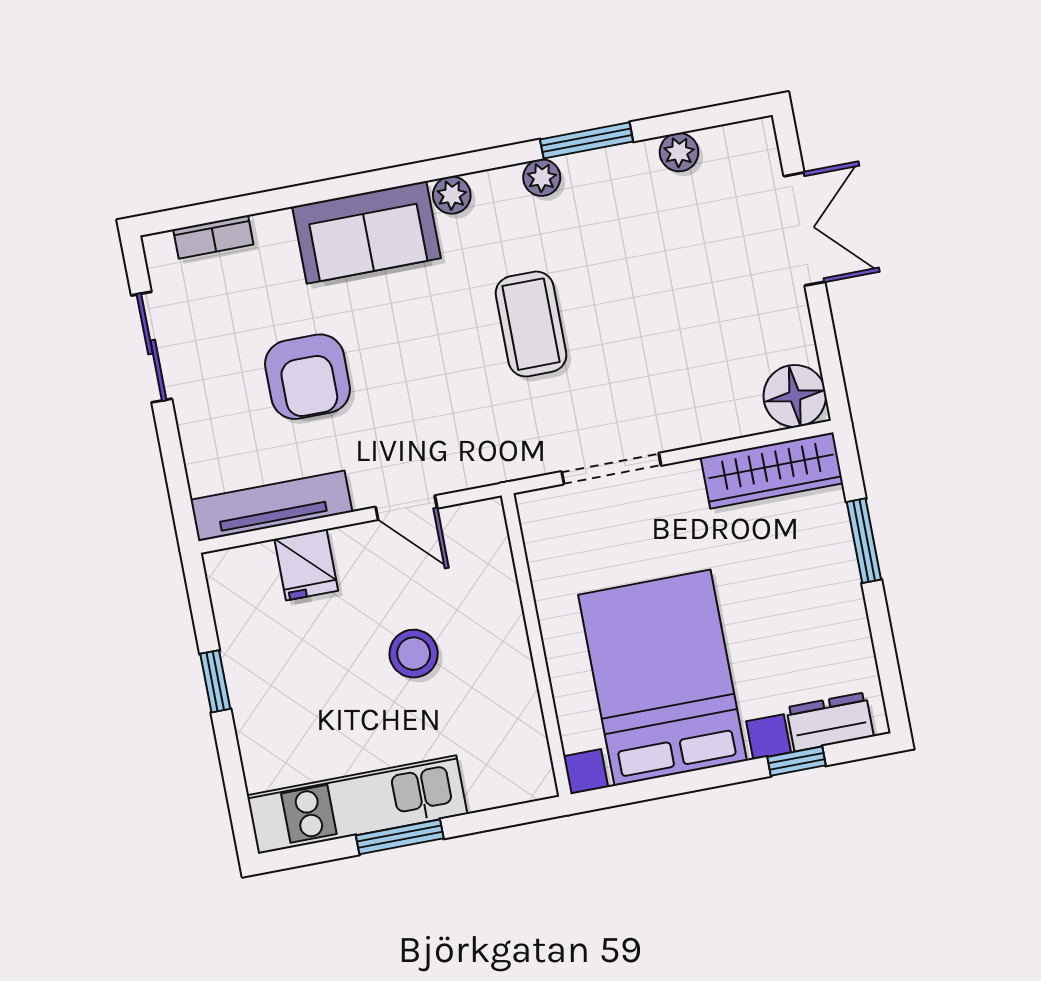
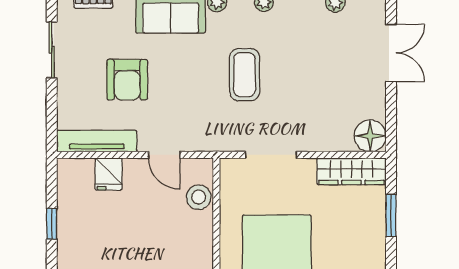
stool: (414, 654) -> (199, 197), moved

